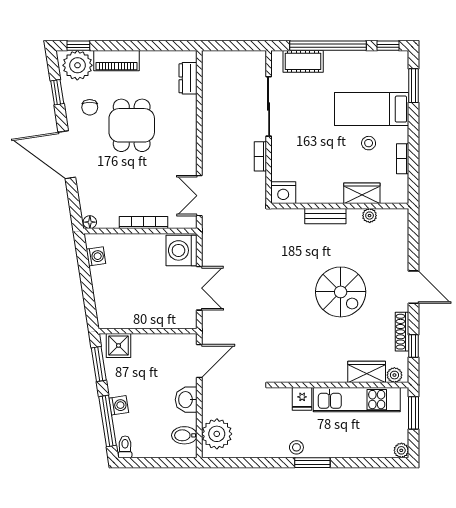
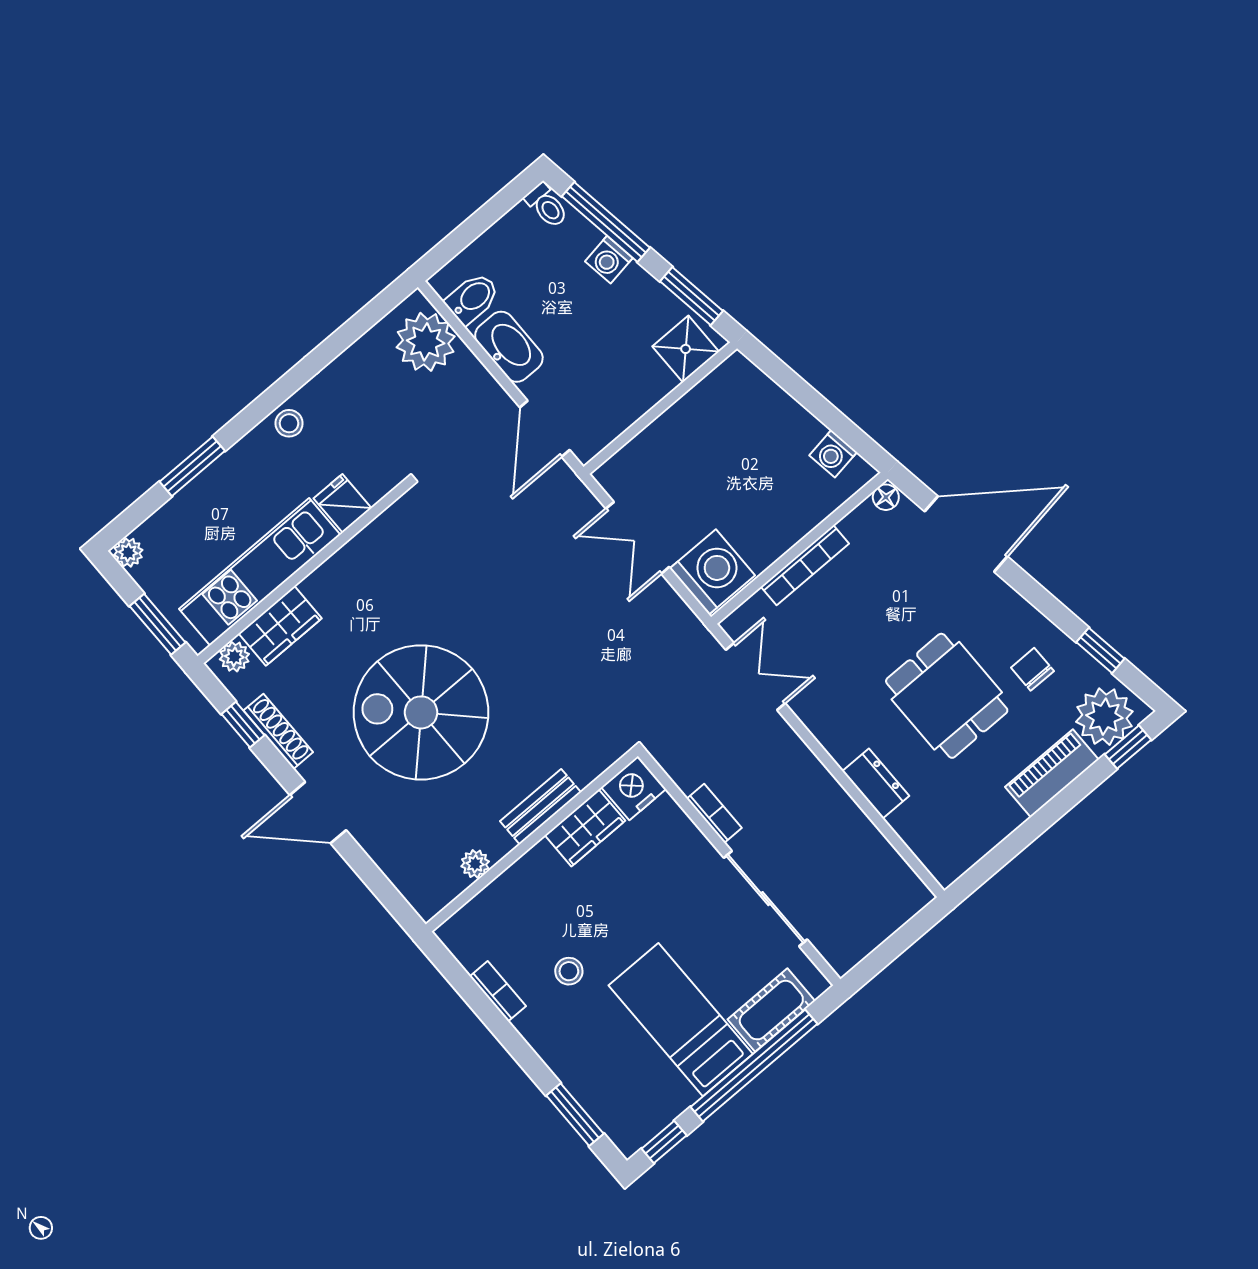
dresser: (188, 78) -> (876, 784), moved
bed: (372, 109) -> (681, 1020), moved, turned -90
door: (67, 155) -> (966, 534), moved
wardrobe: (362, 193) -> (585, 828), moved
spiral stairs: (341, 292) -> (421, 712), width x1.37, depth x1.37
washbasin: (186, 400) -> (509, 347), width x1.38
window: (312, 463) -> (192, 466), moved

